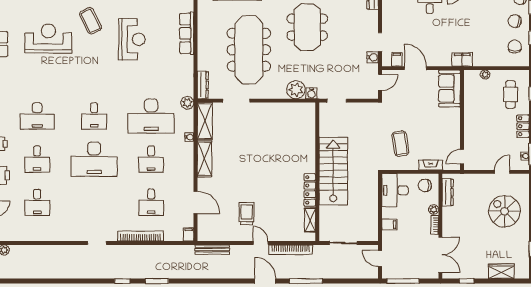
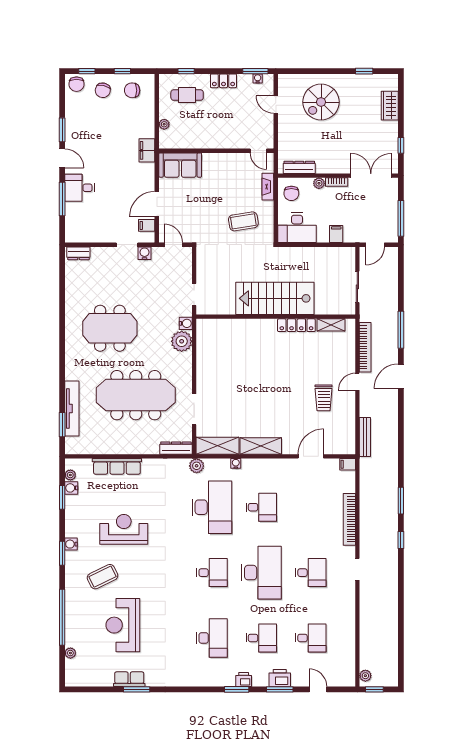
desk: (151, 202) -> (311, 573), moved
trolley: (247, 214) -> (324, 398), turned -90

